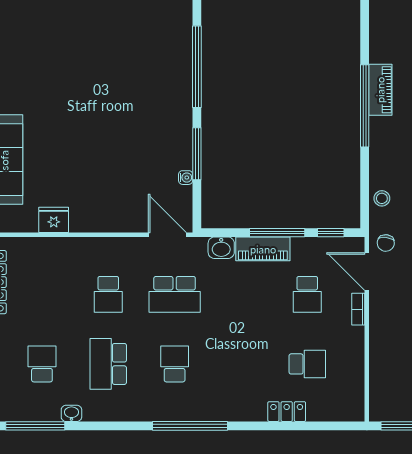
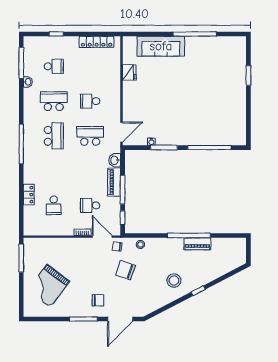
door: (367, 271) -> (102, 237), hinge flipped
school desk: (175, 294) -> (90, 136), turned 90
school desk: (175, 364) -> (54, 136), width x1.85

